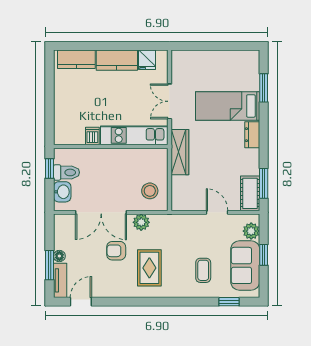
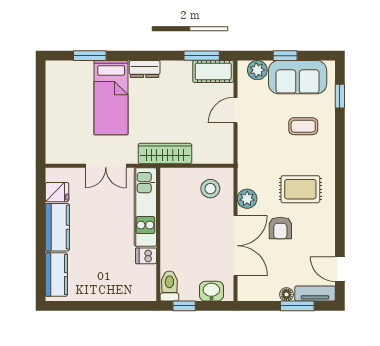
toilet: (67, 172) -> (169, 286), moved

